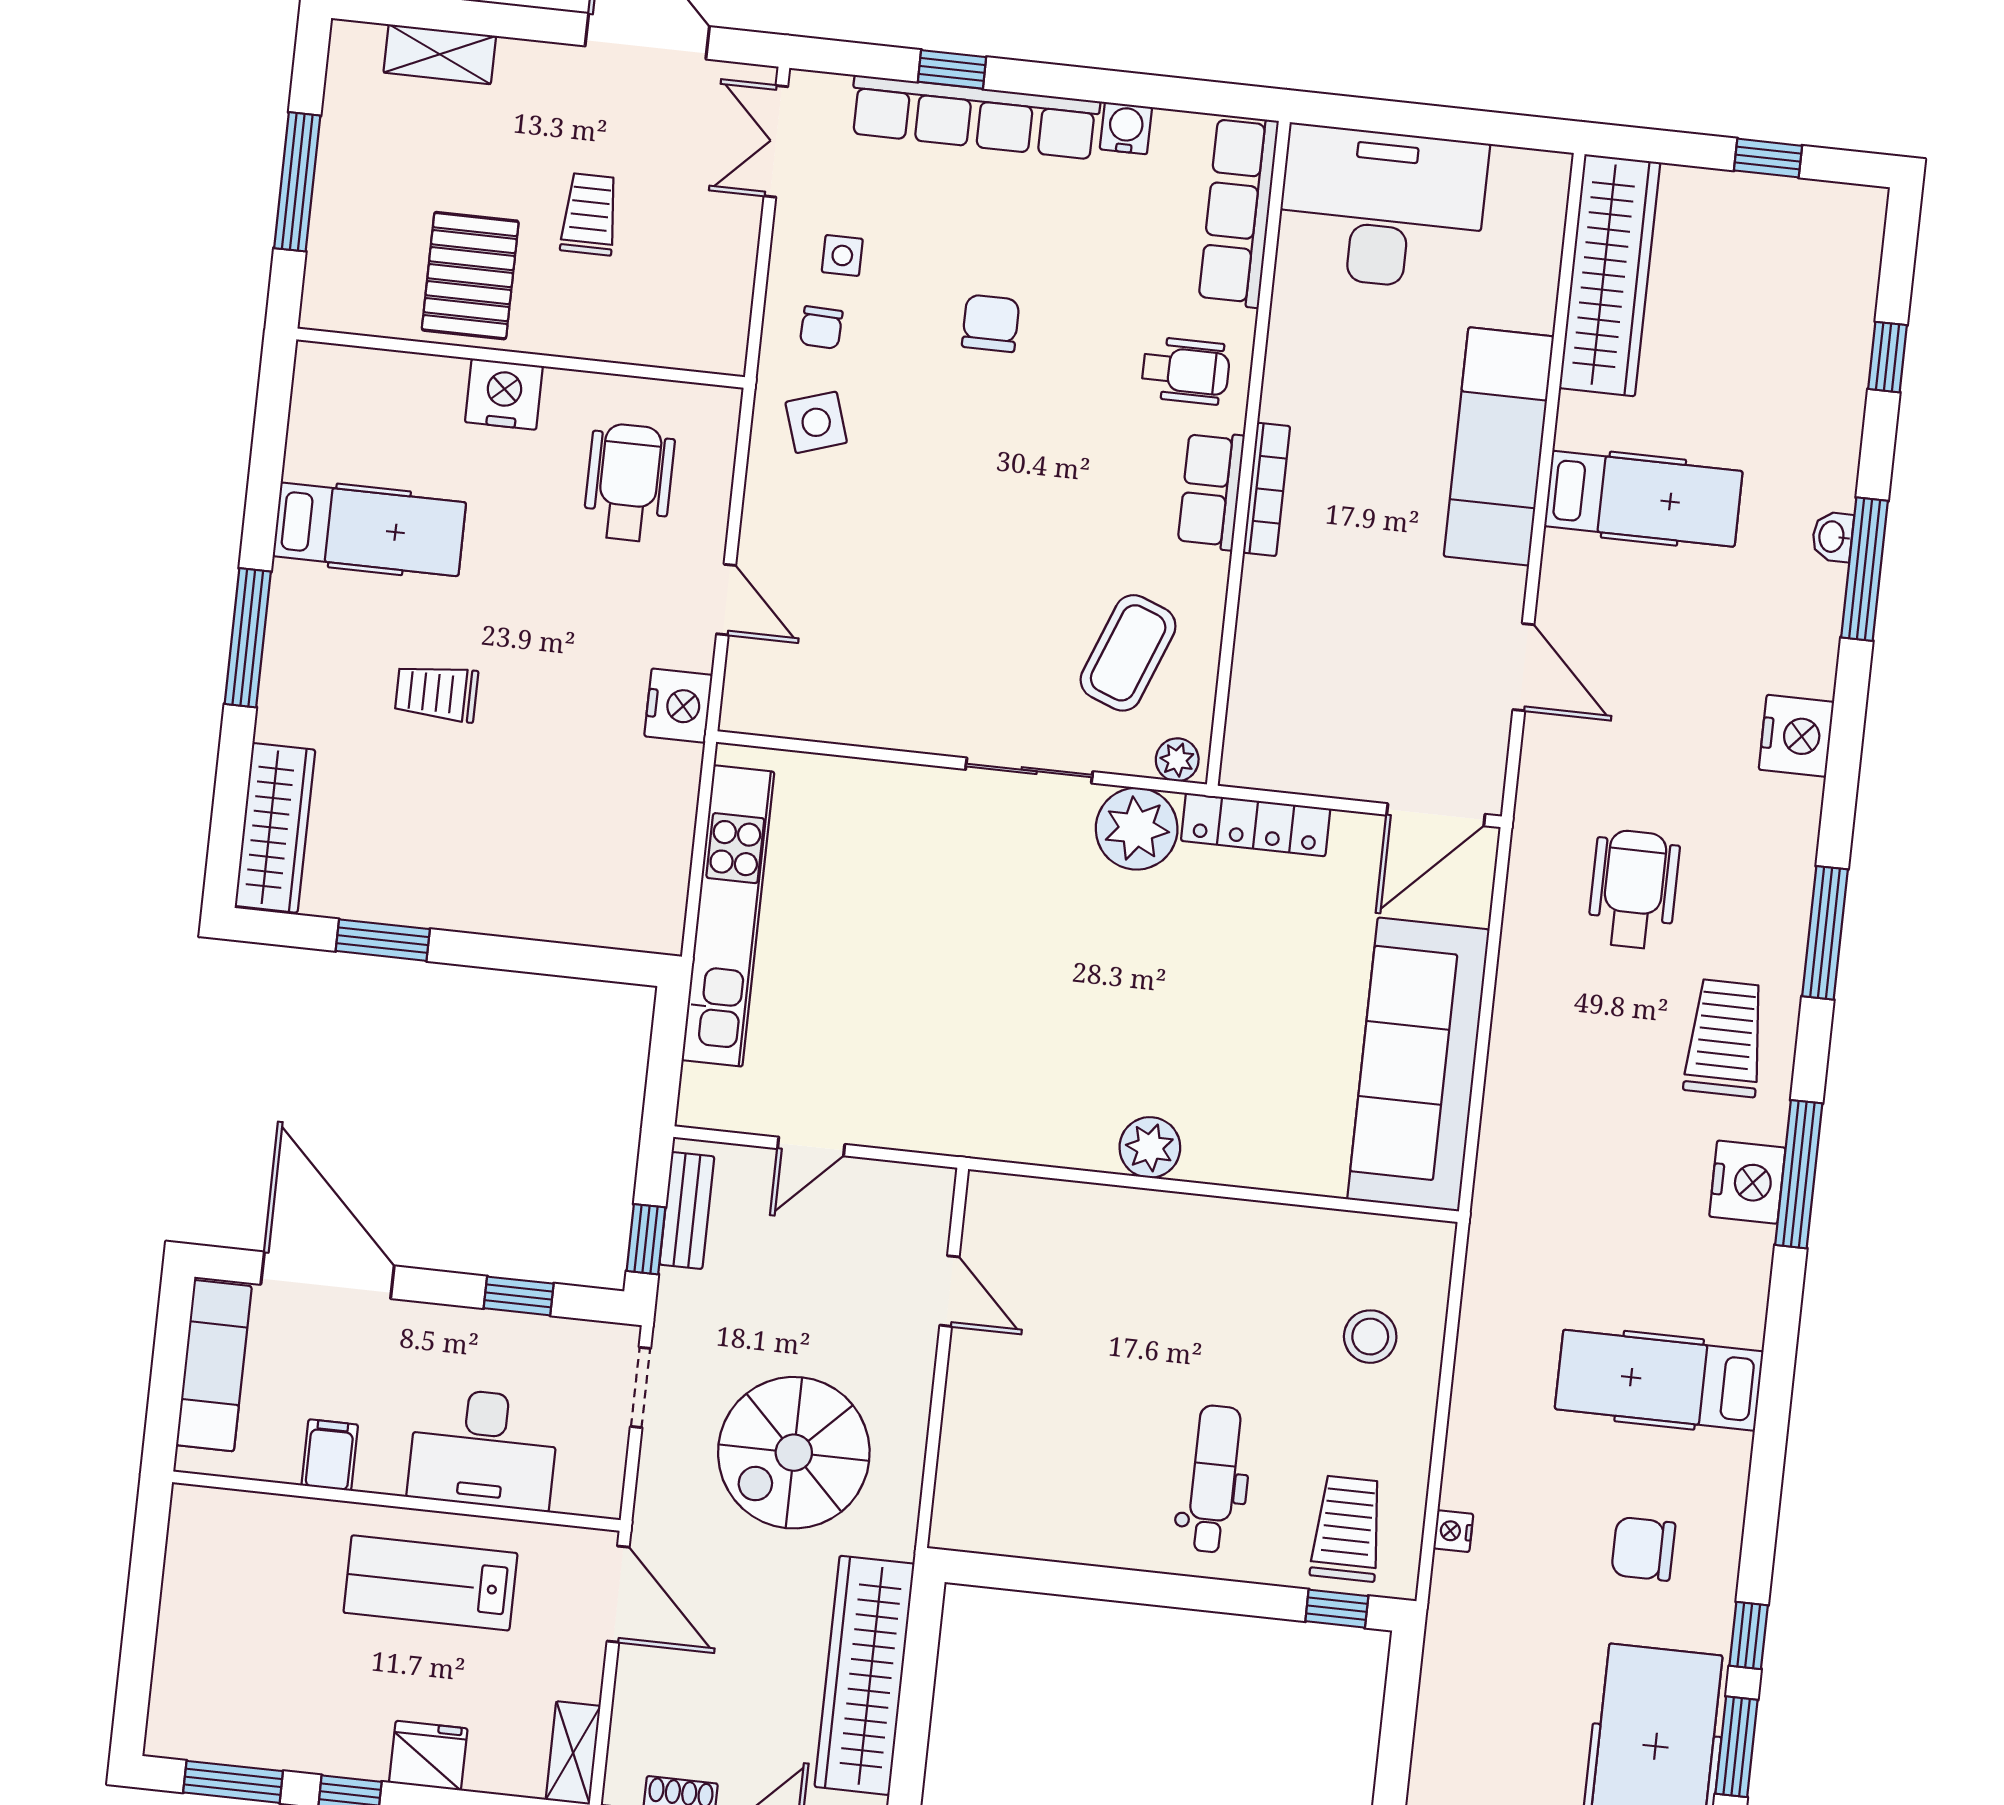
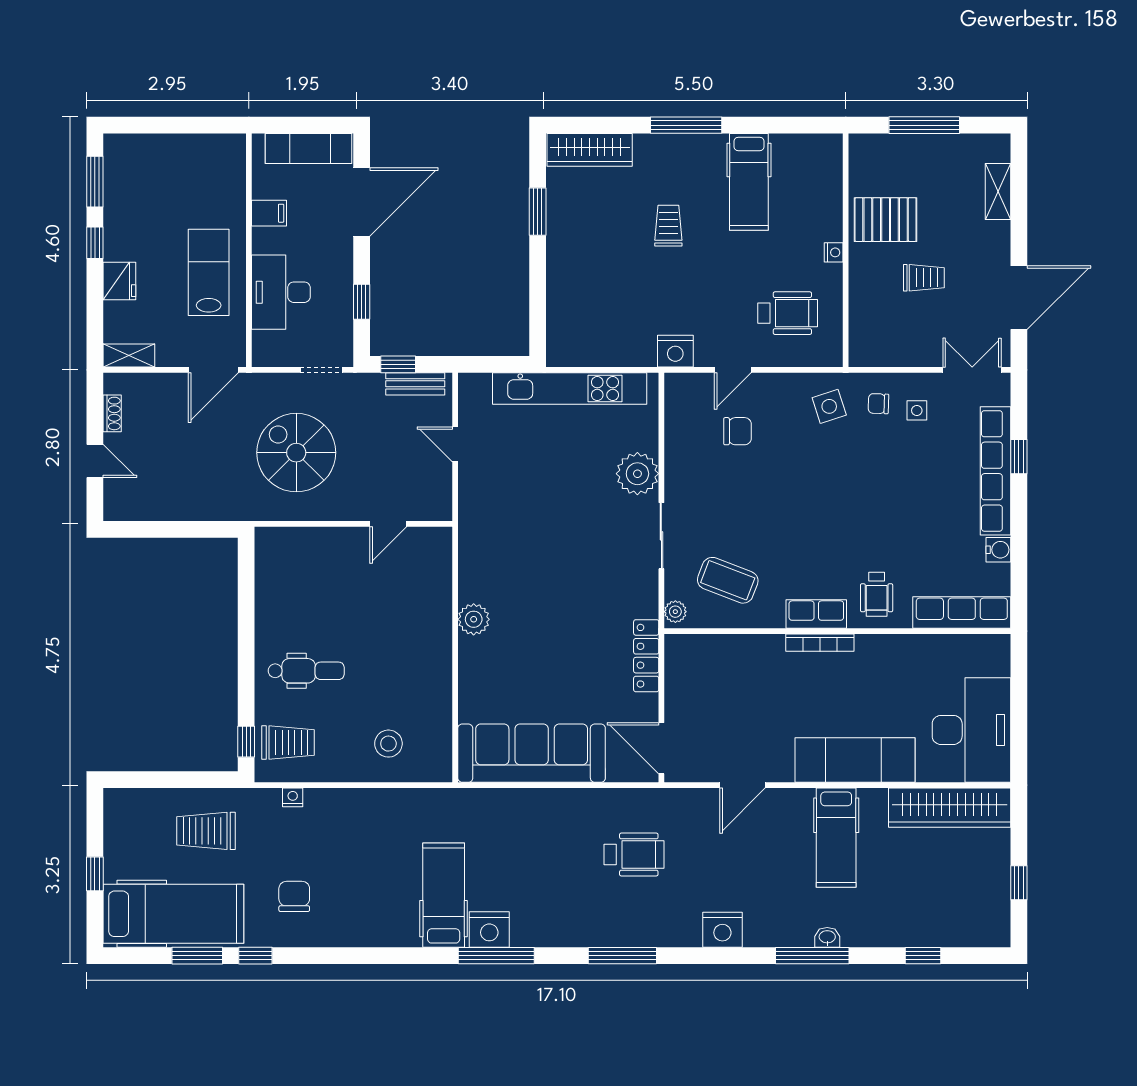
desk: (1382, 208) -> (972, 730), moved
chair: (991, 323) -> (737, 431), moved
nightstand: (504, 394) -> (834, 252), width x0.53, depth x0.56
plant: (1137, 829) -> (637, 474), moved
trolley: (1725, 1038) -> (206, 831), moved, turned 180
hospital bed: (1659, 1380) -> (444, 895), moved
wardrobe: (864, 1675) -> (185, 502), removed

